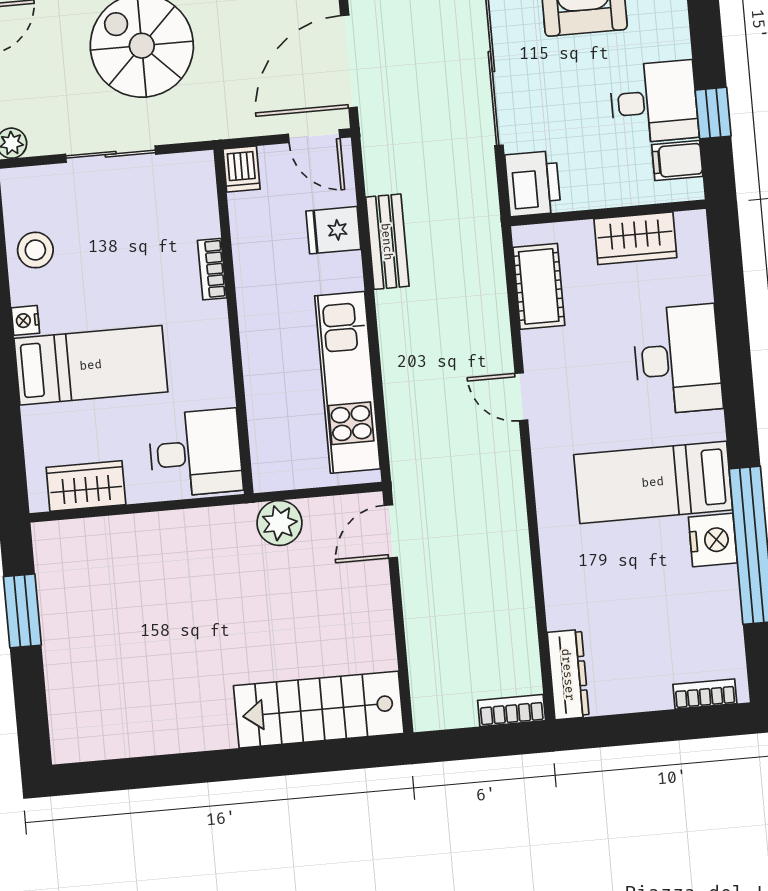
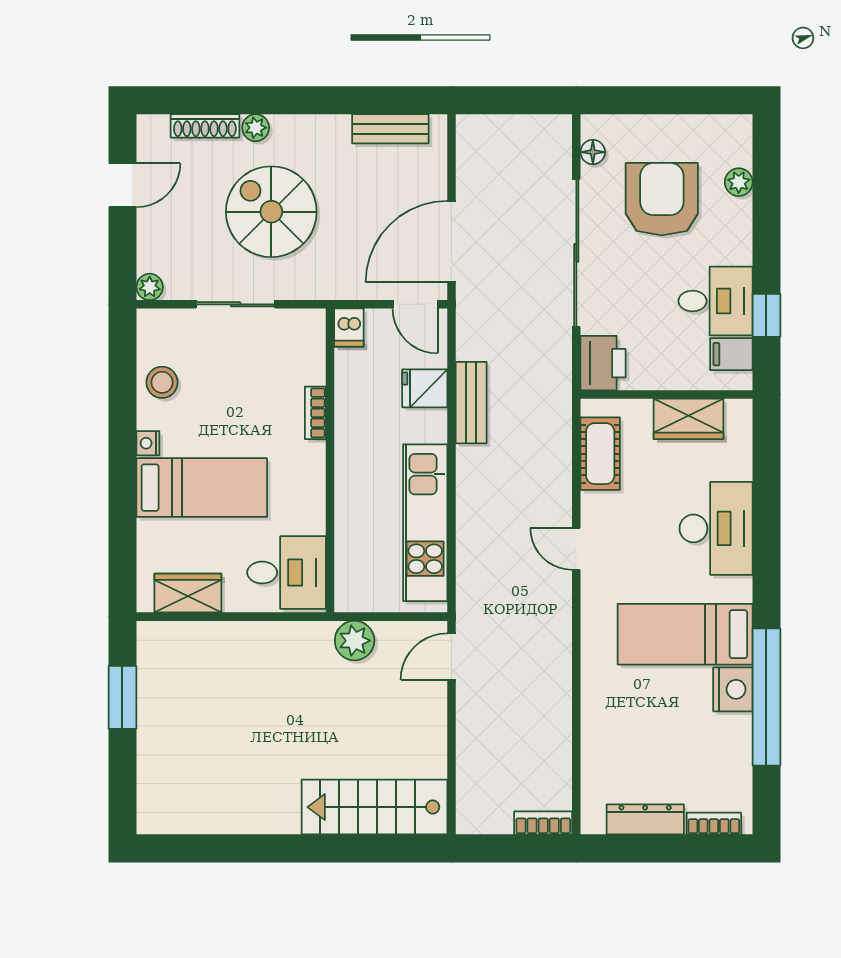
dresser: (568, 675) -> (645, 819), moved, turned -90

